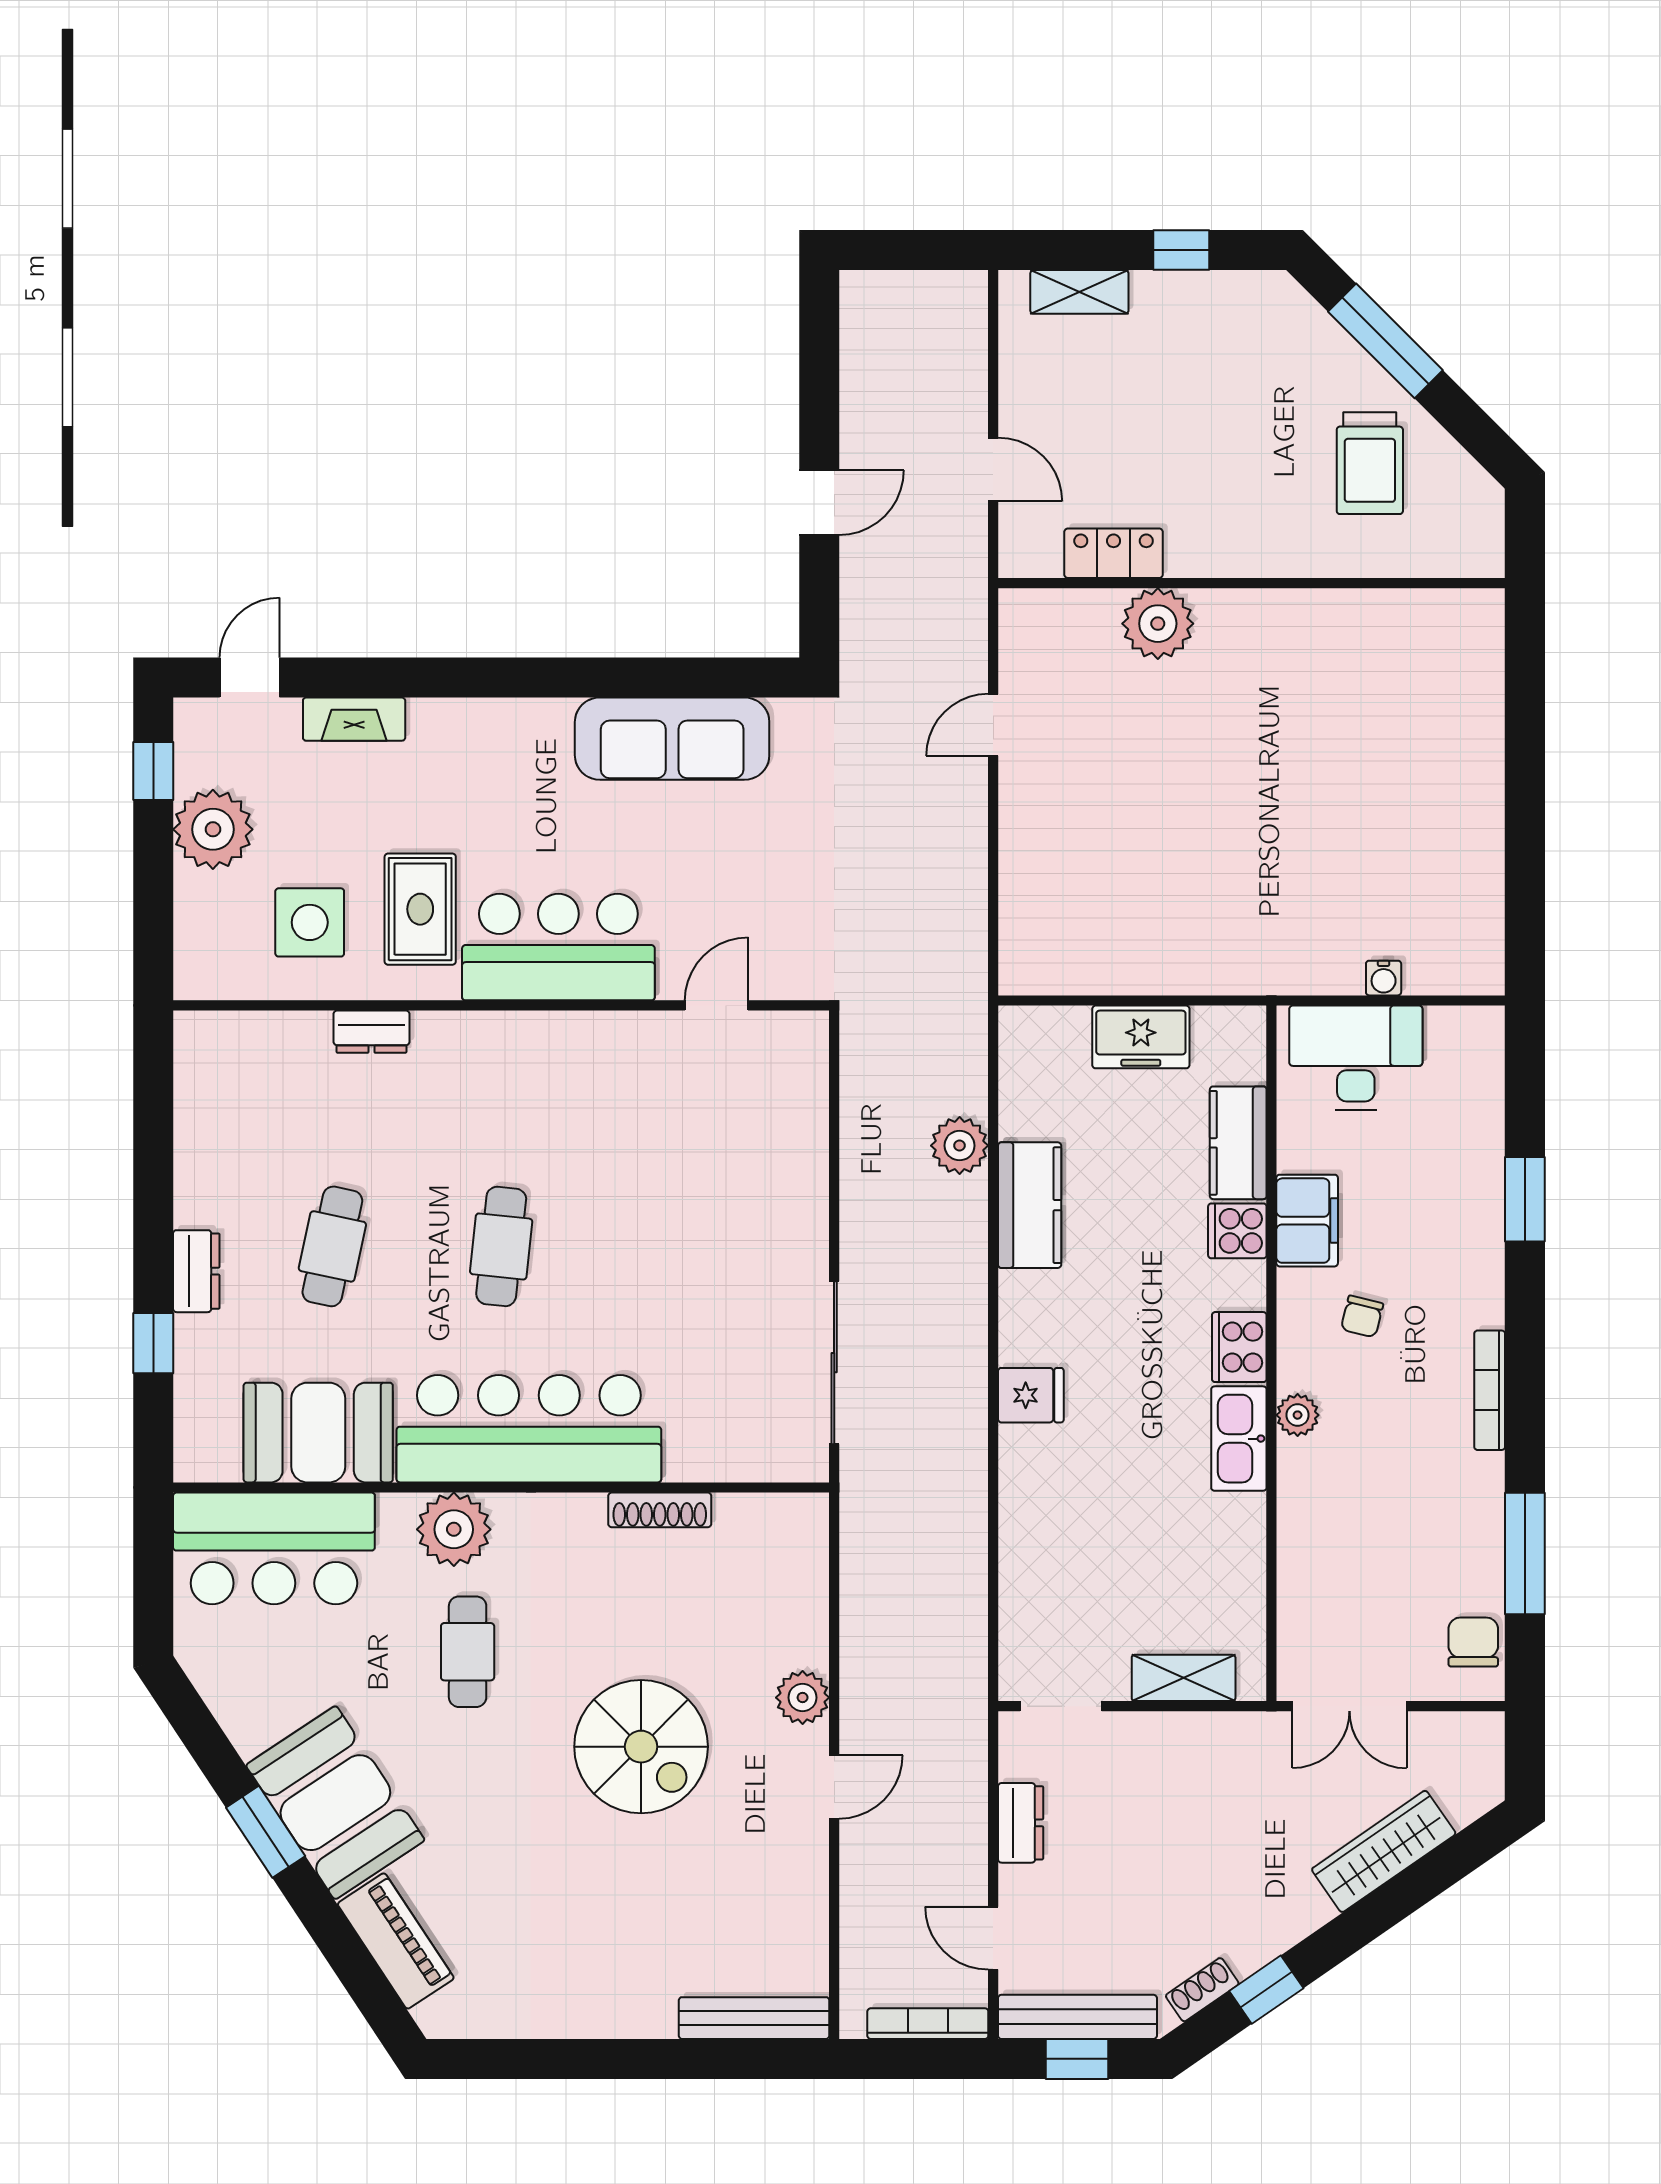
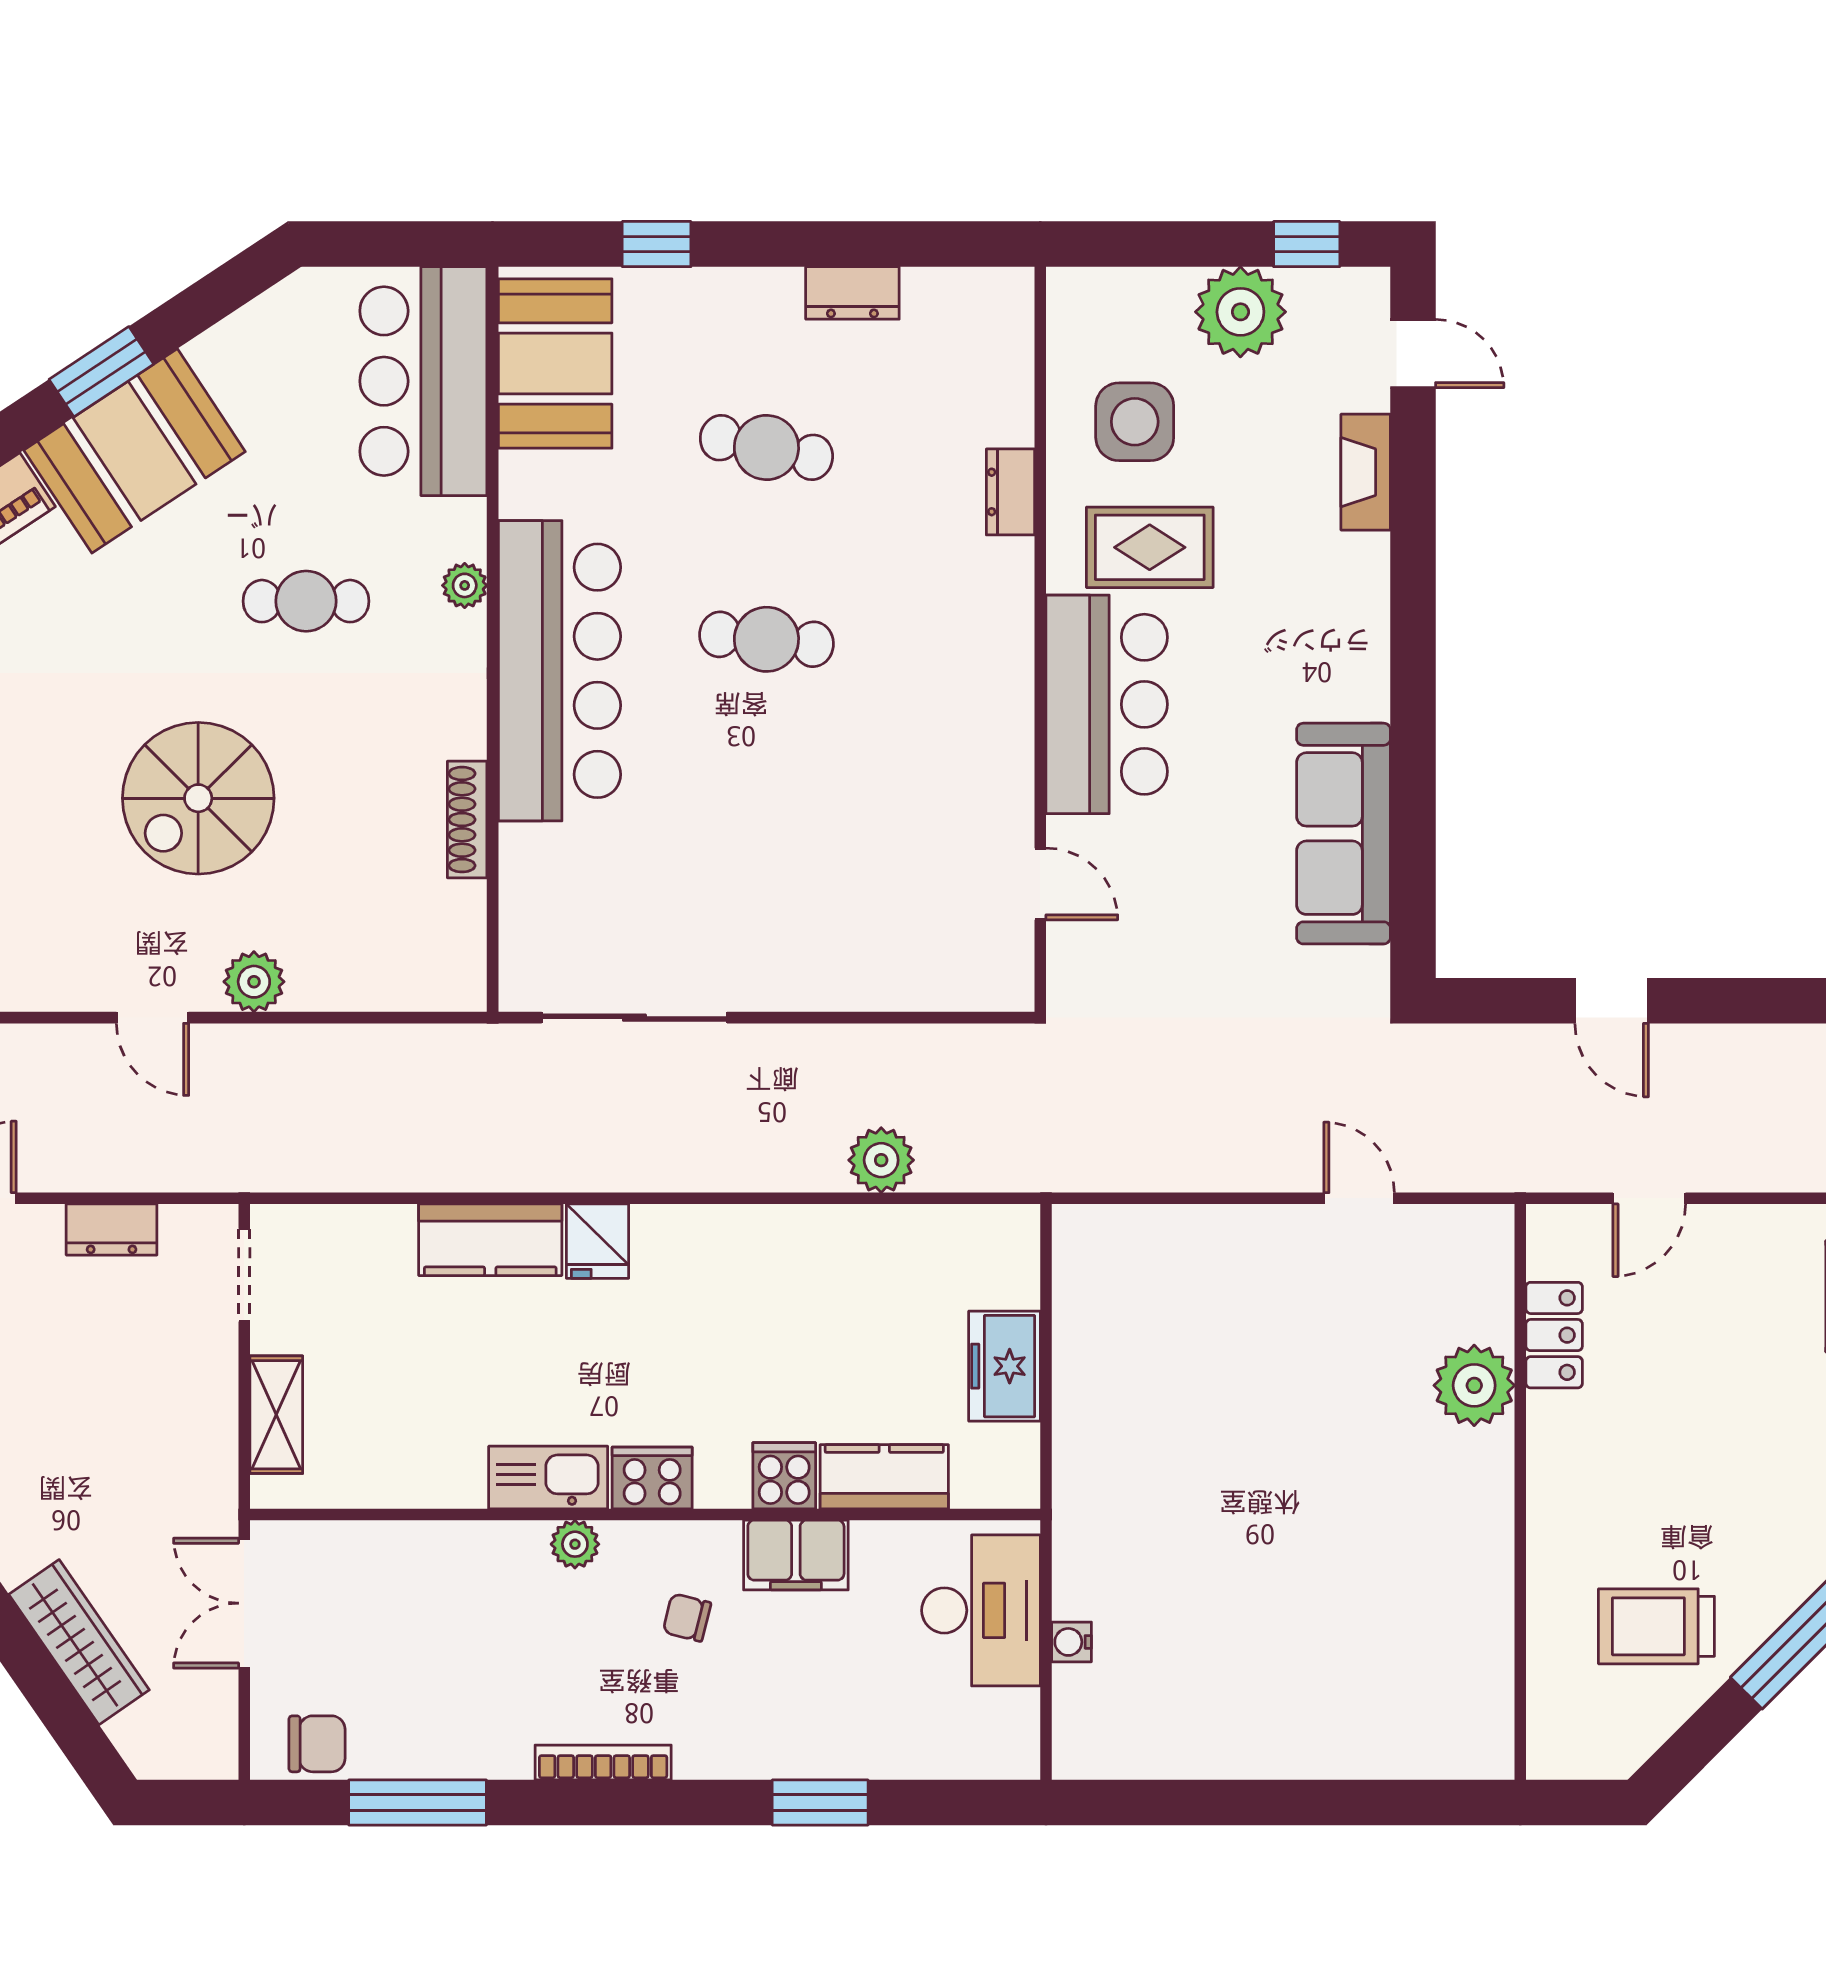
kitchen counter: (1030, 1205) -> (490, 1240), moved
dresser: (196, 1271) -> (852, 293), moved
booth: (318, 1433) -> (555, 363), moved
plant: (454, 1529) -> (465, 585), width x0.53, depth x0.53

